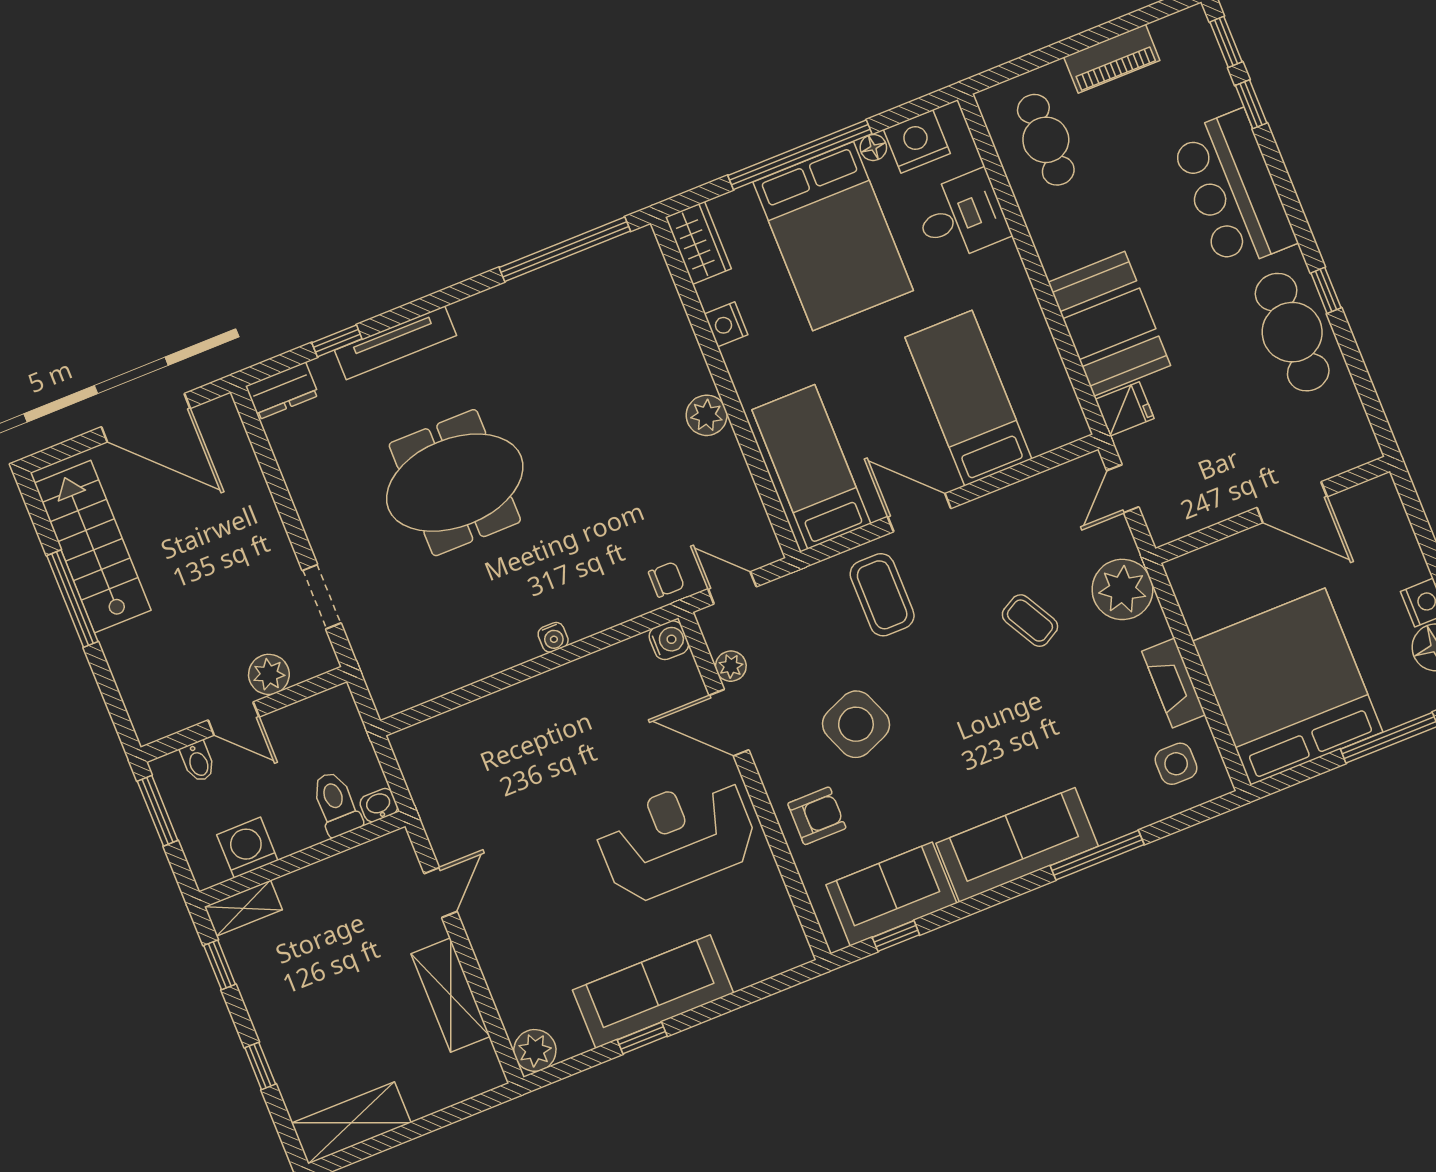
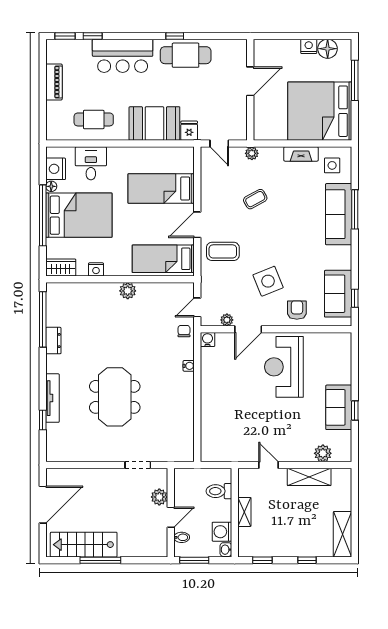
cafe table: (1046, 140) -> (94, 119), moved
dresser: (282, 391) -> (53, 341), moved
plant: (1122, 589) -> (252, 153), width x0.53, depth x0.53
water cooler: (553, 637) -> (189, 366), moved
washbasin: (379, 805) -> (226, 550), moved
sofa: (1017, 845) -> (339, 214), moved
shelving: (243, 908) -> (244, 512), moved
sofa: (653, 992) -> (339, 407), width x0.73
plant: (535, 1050) -> (323, 453), moved

